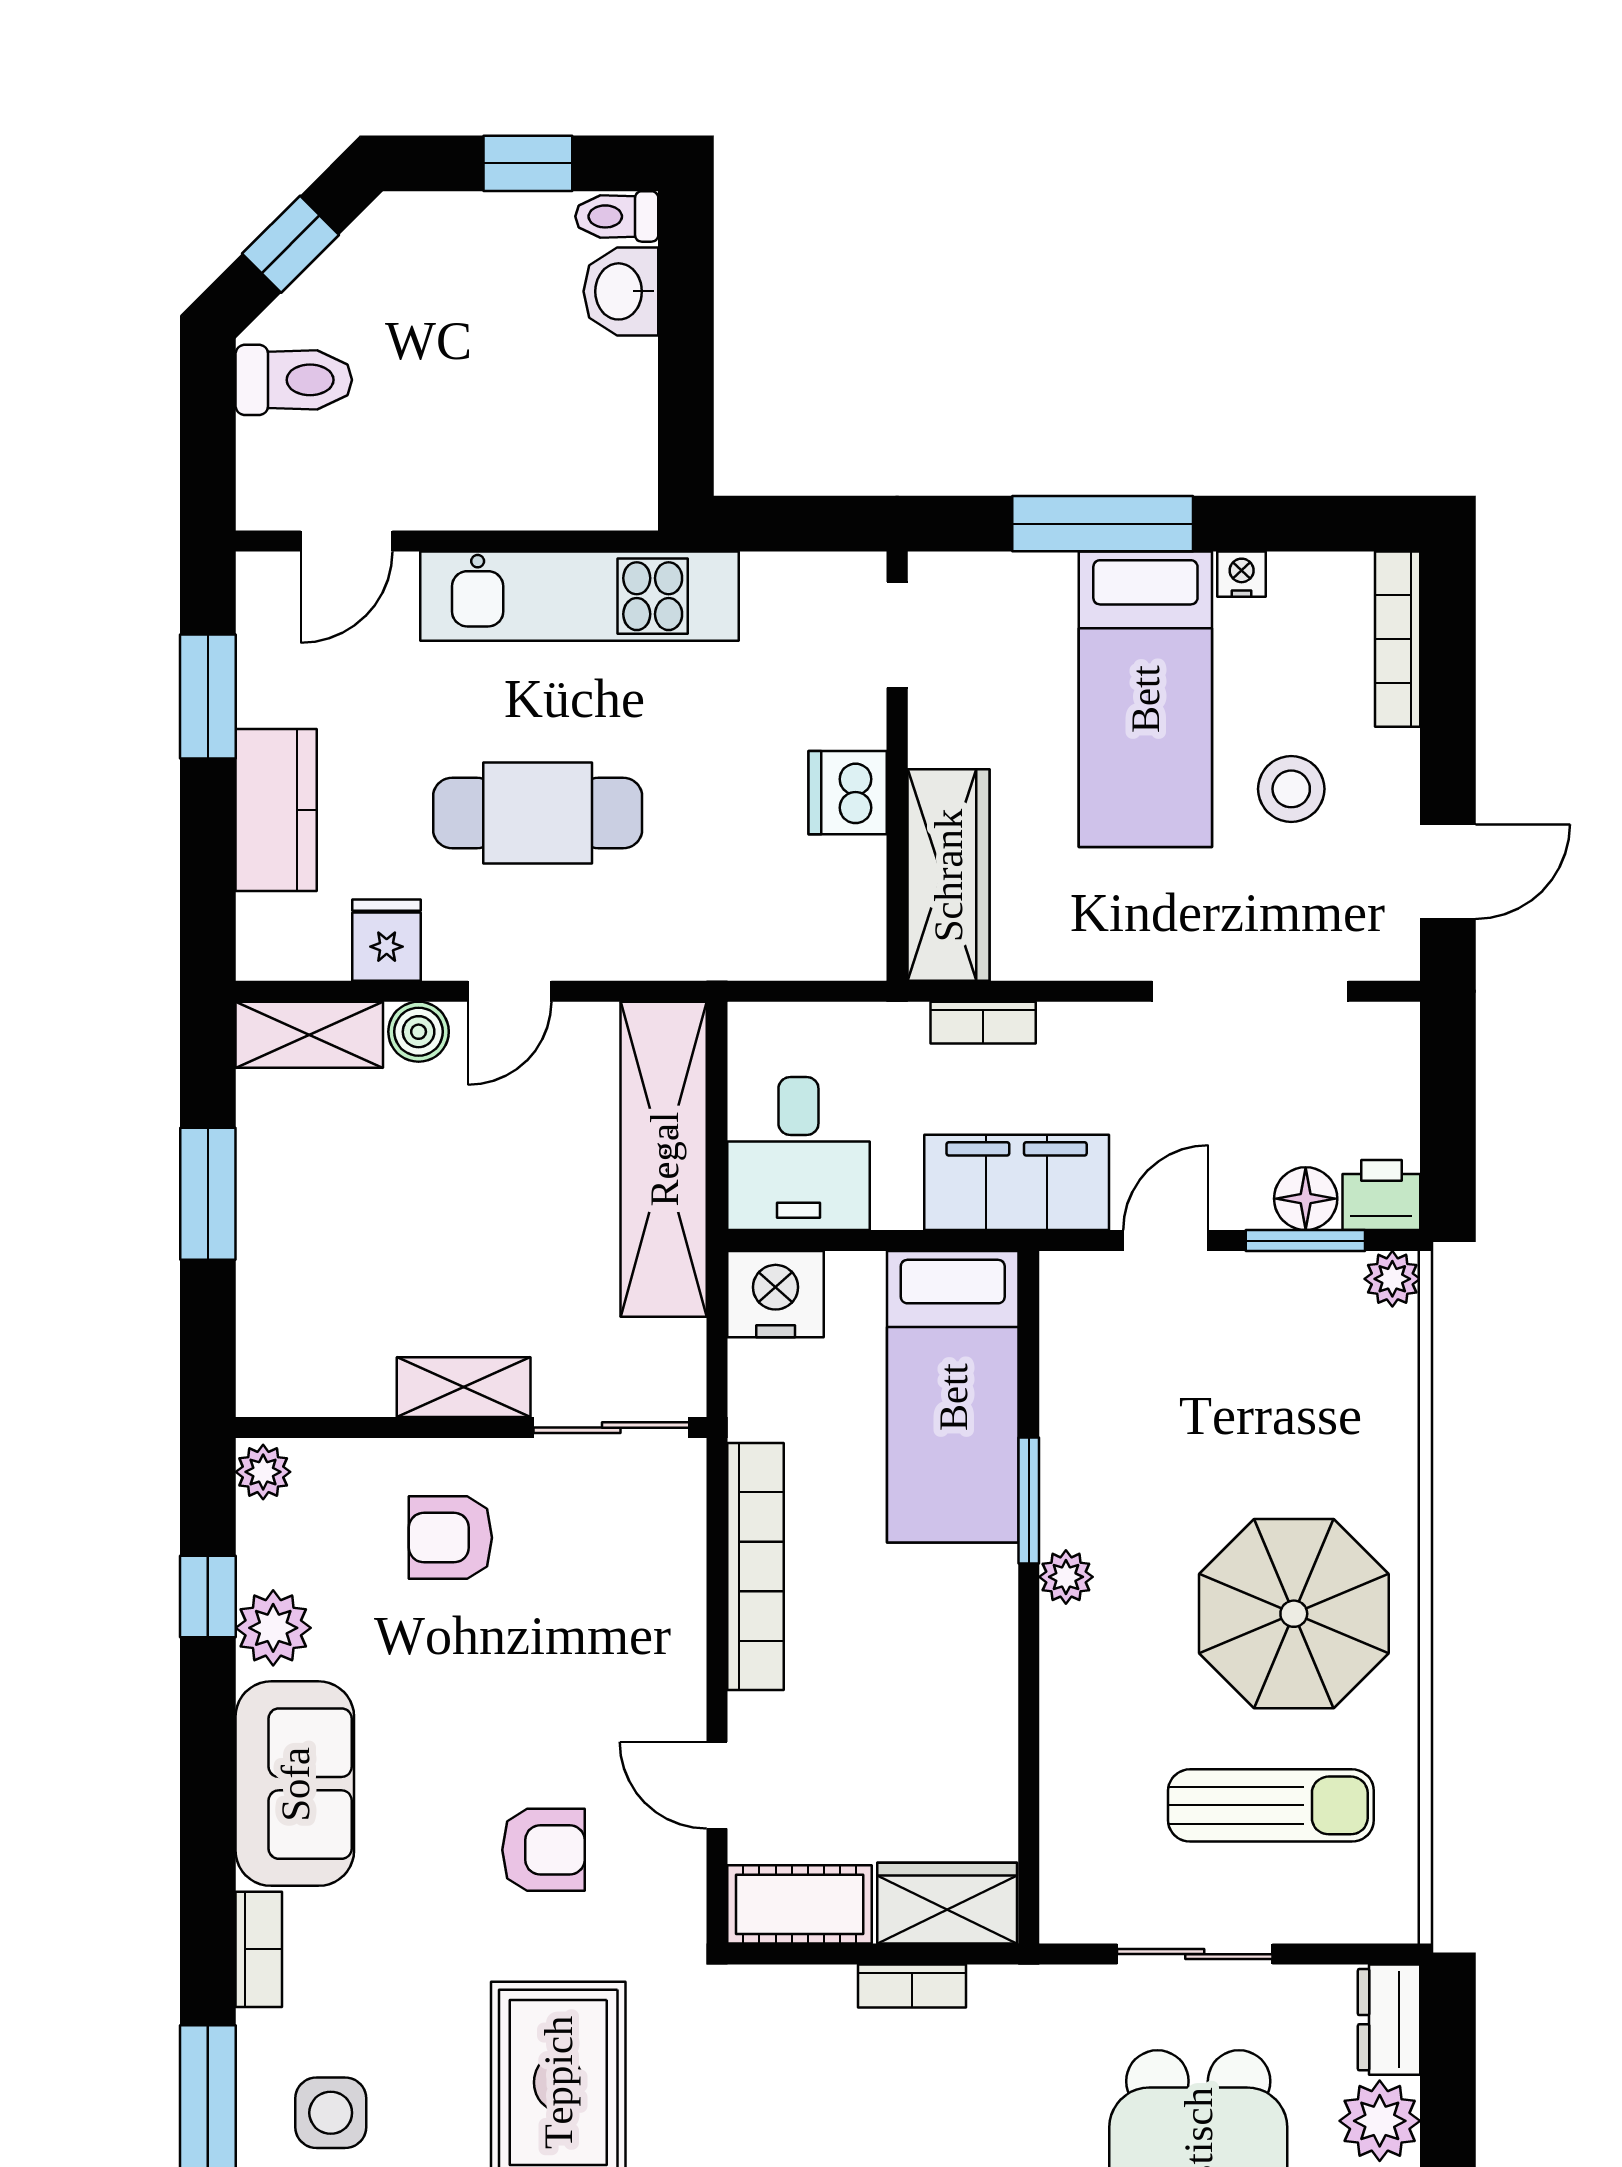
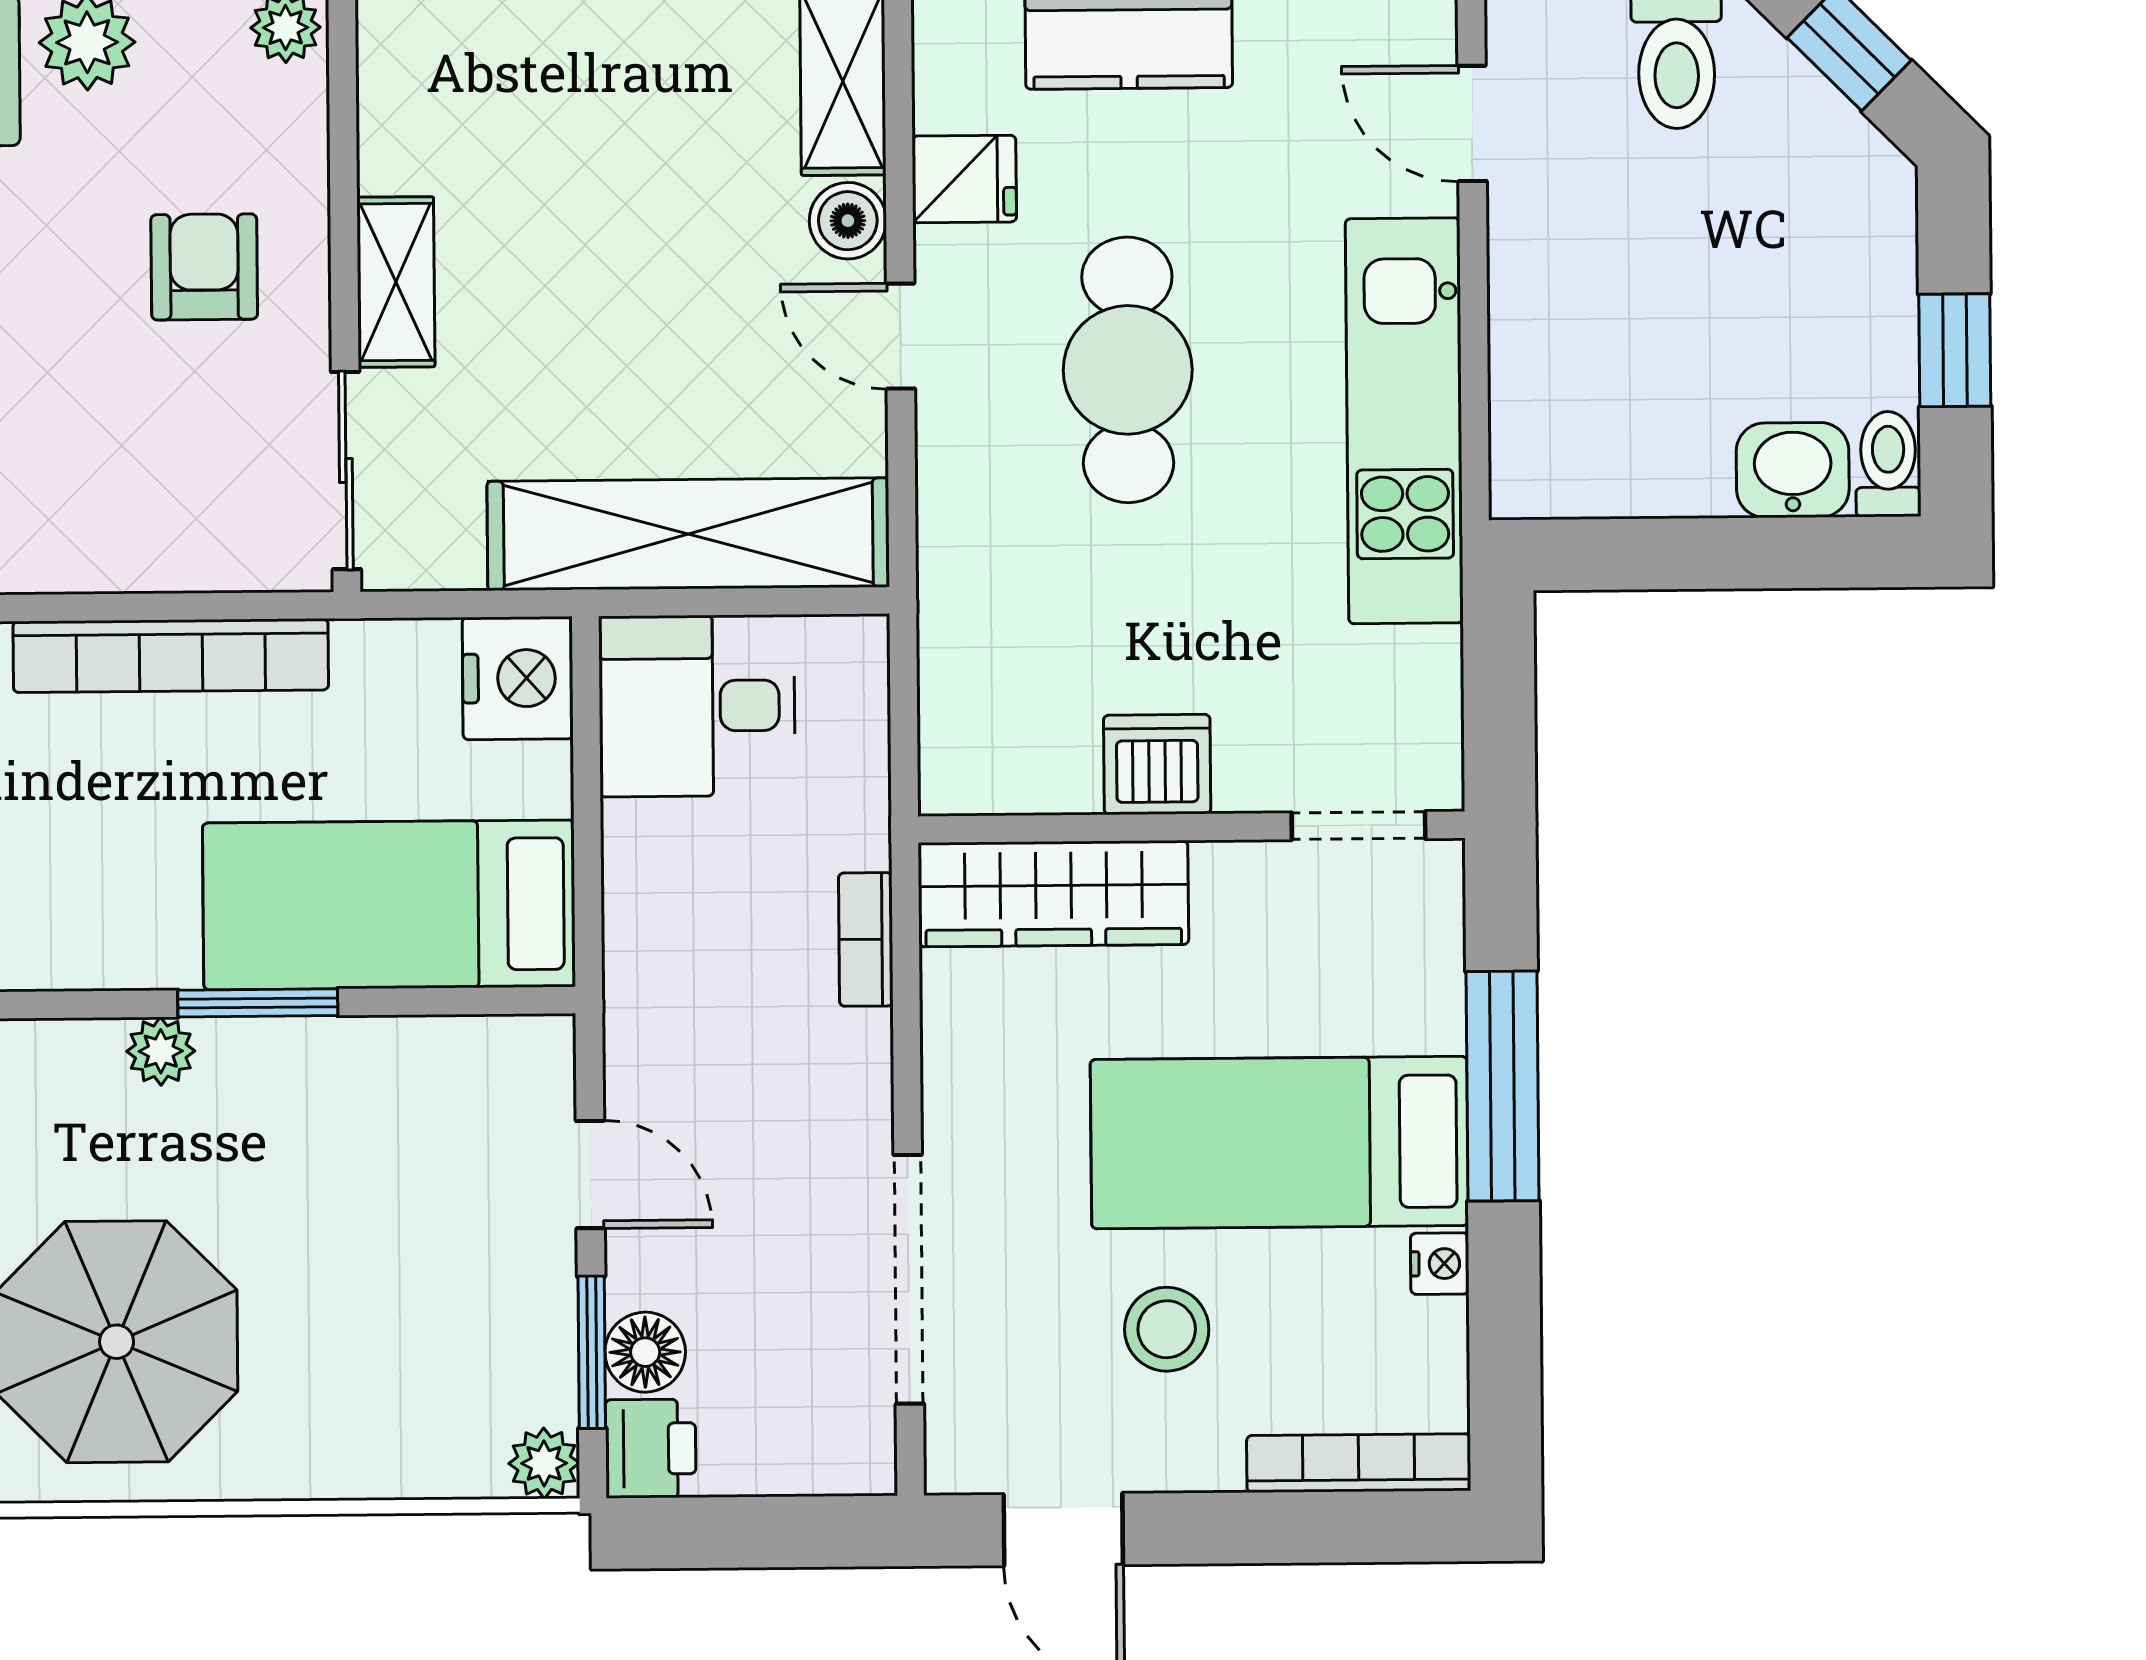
filing cabinet: (1017, 1182) -> (663, 984), removed

